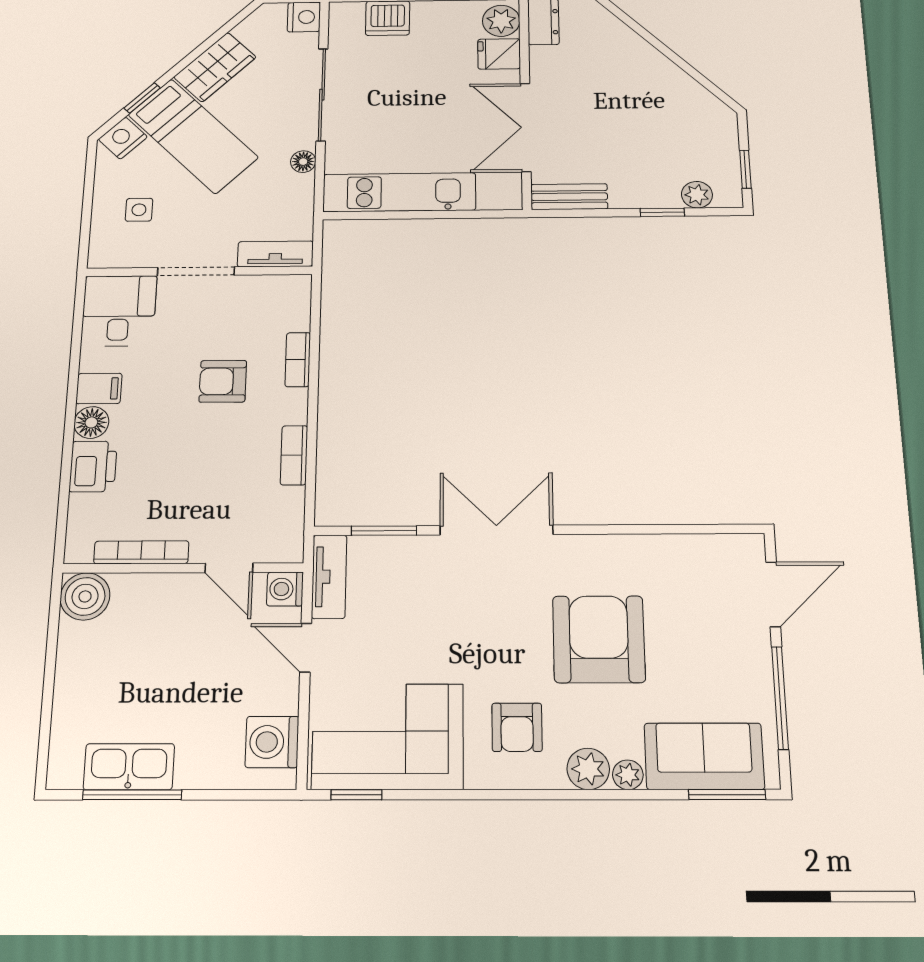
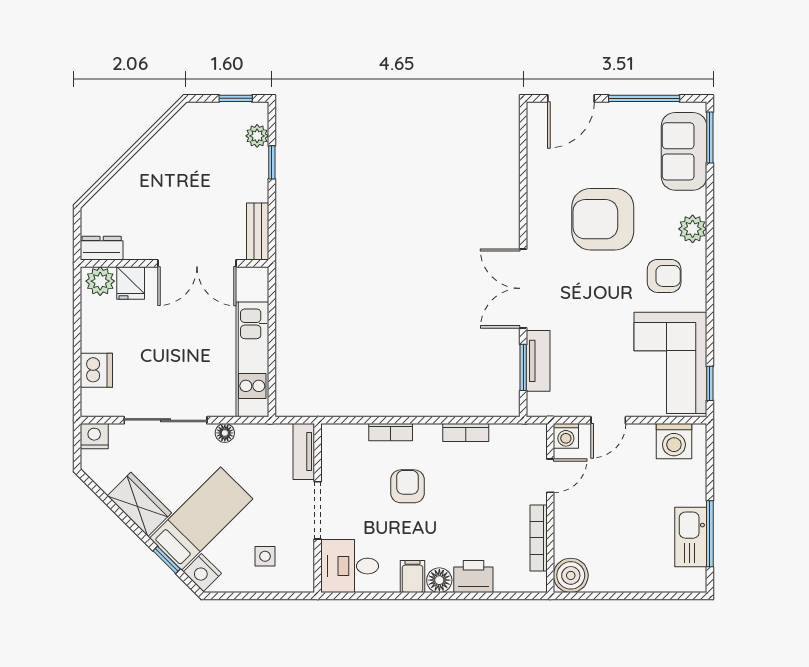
armchair: (223, 381) -> (407, 486), turned 180
tv unit: (329, 577) -> (538, 361), moved, turned 90
door: (773, 594) -> (571, 98), swing flipped
plant: (628, 775) -> (696, 203), removed

